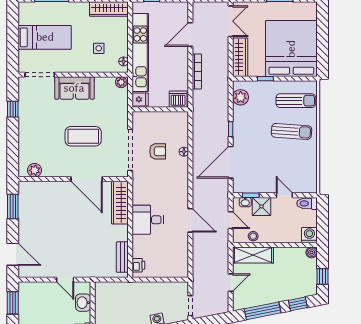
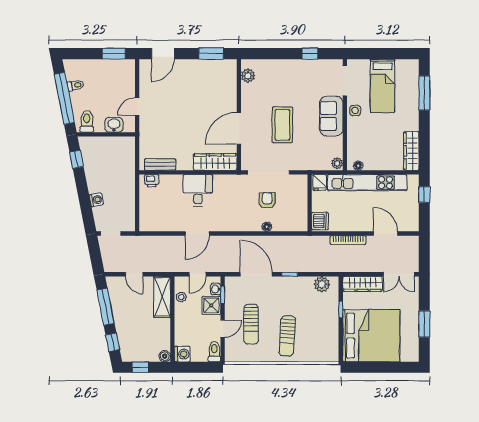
side table: (99, 48) -> (355, 111), moved
sun lounger: (296, 101) -> (251, 324), moved
armchair: (158, 151) -> (267, 200), turned 180

